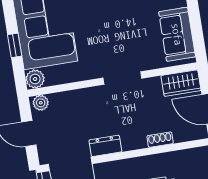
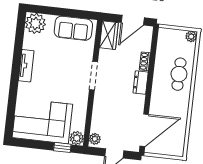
window: (15, 45) -> (62, 147), moved
dresser: (105, 146) -> (141, 83), moved

